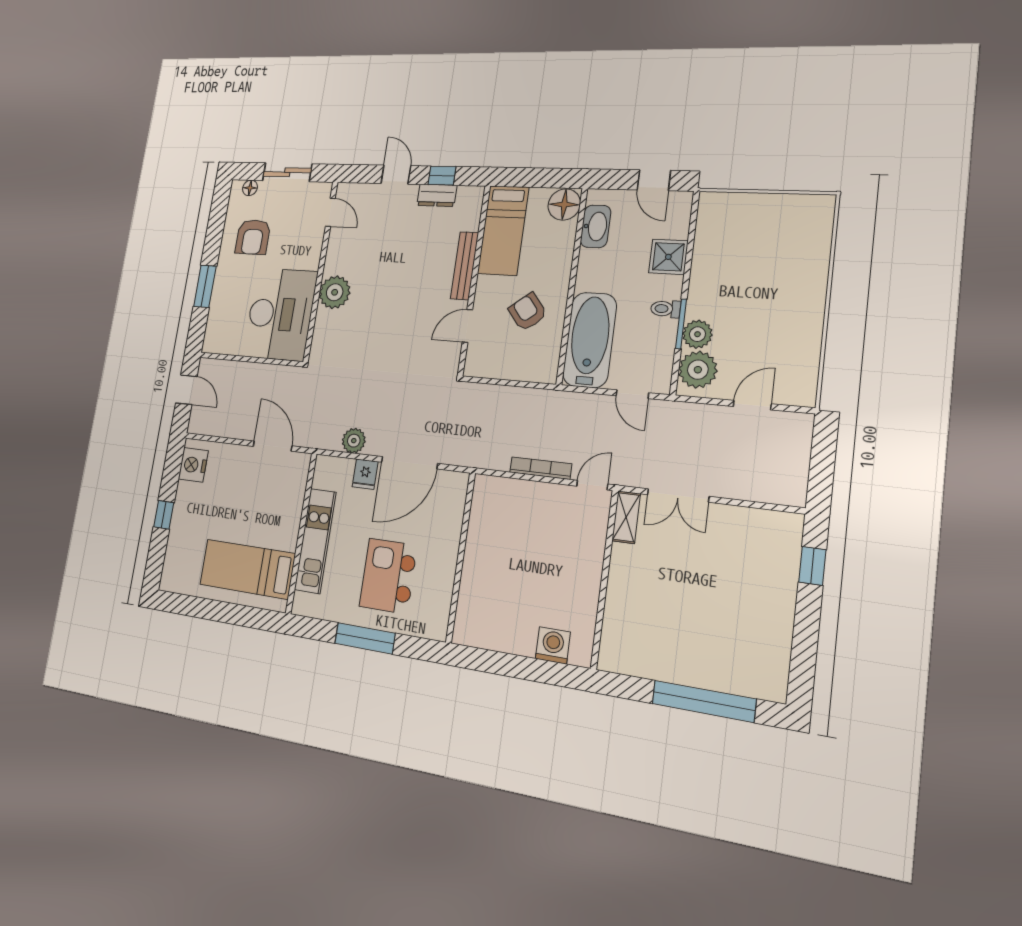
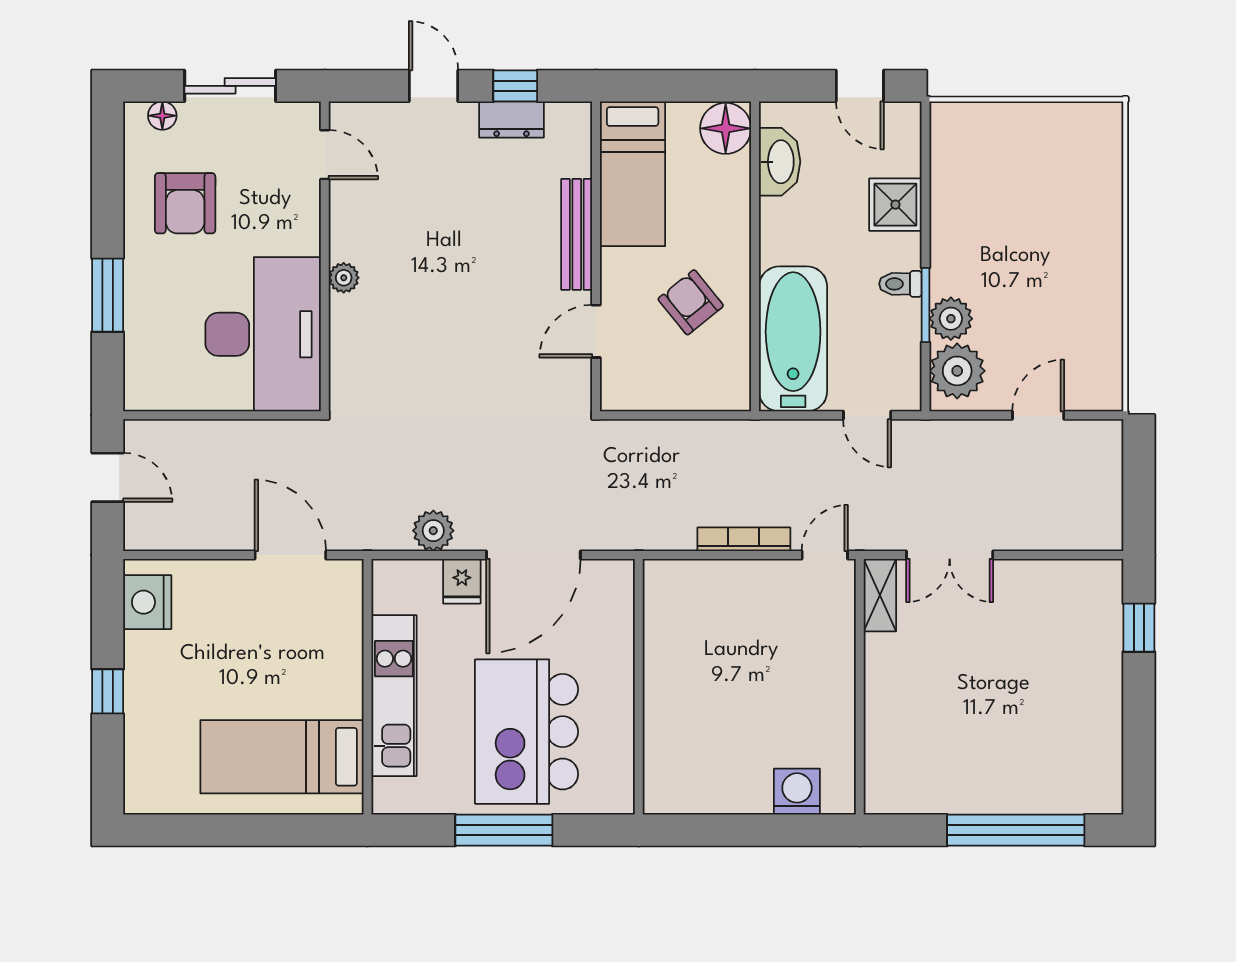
plant: (335, 292) -> (344, 278), width x0.53, depth x0.53
kitchen island: (388, 576) -> (527, 732), width x1.37, depth x1.28

